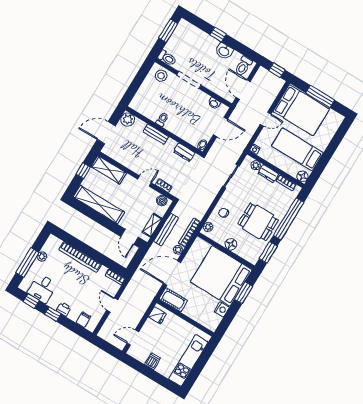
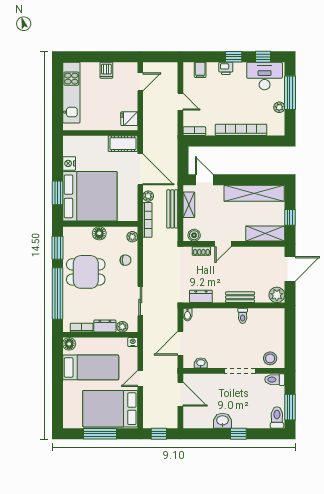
toilet: (243, 66) -> (277, 418), moved
door: (172, 273) -> (140, 169), hinge flipped
desk: (42, 288) -> (265, 76), width x1.37

